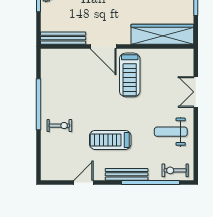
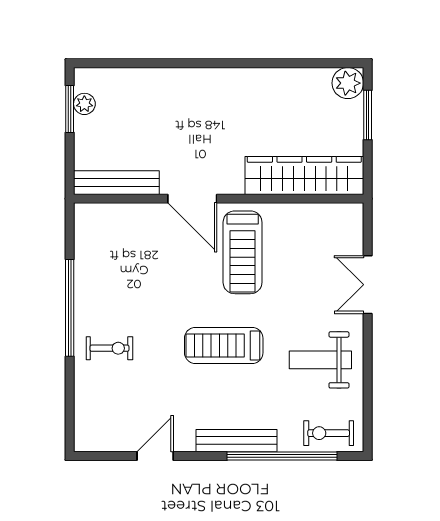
treadmill: (110, 140) -> (224, 345), moved

